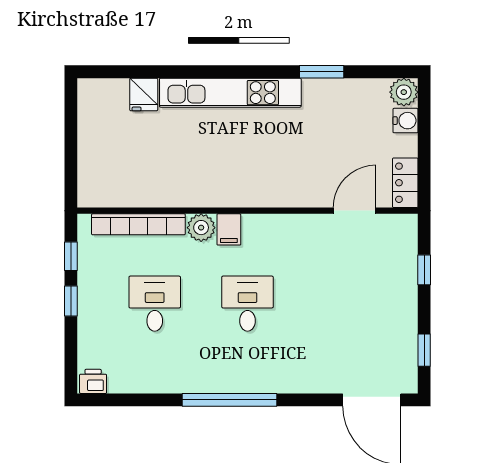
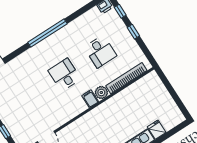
window: (71, 256) -> (120, 11), moved
desk: (247, 304) -> (64, 75), turned 180

